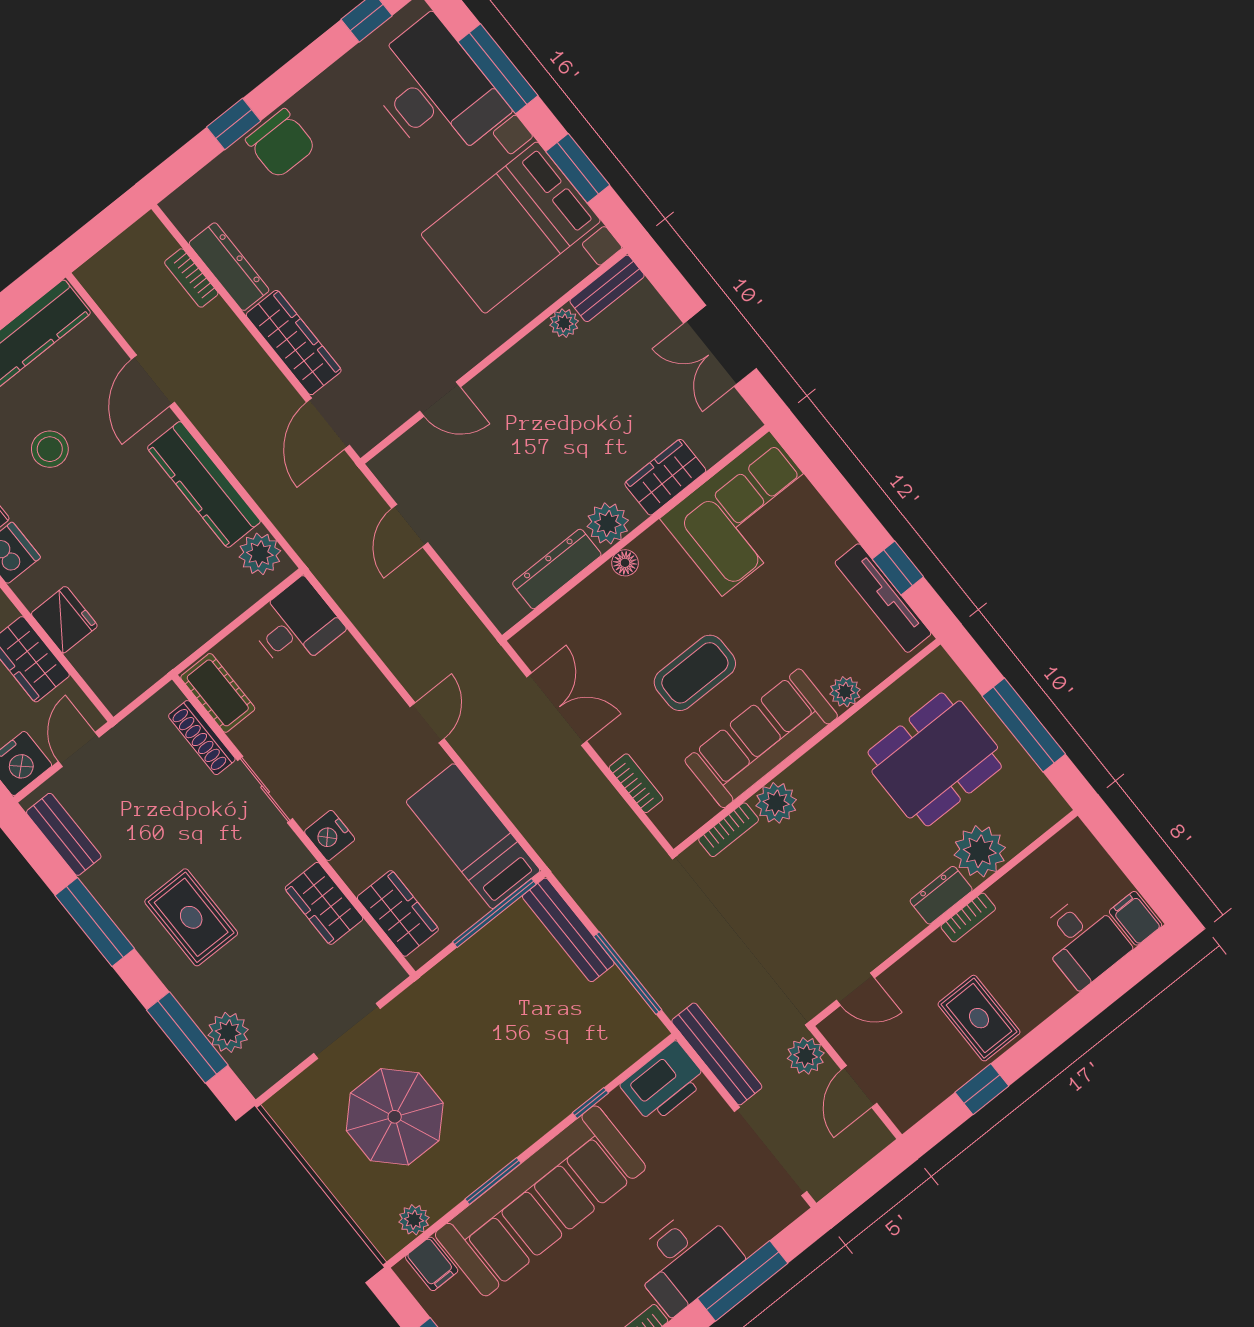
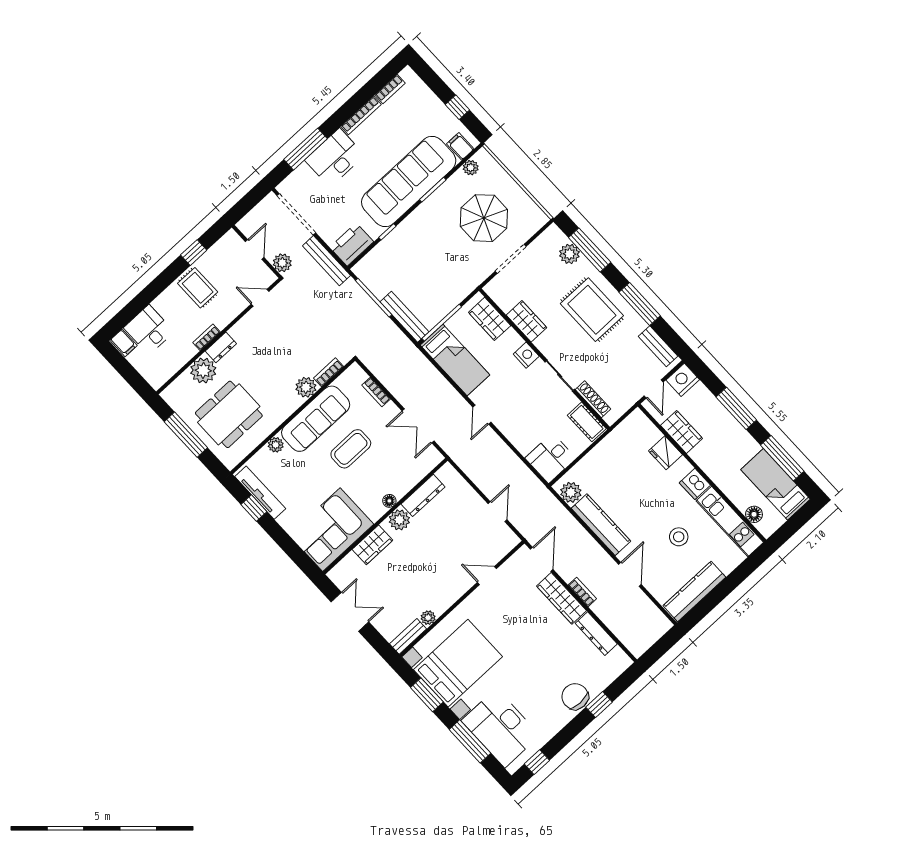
bookcase: (191, 278) -> (582, 592), moved
rug: (191, 917) -> (592, 310), width x1.36, depth x1.43

